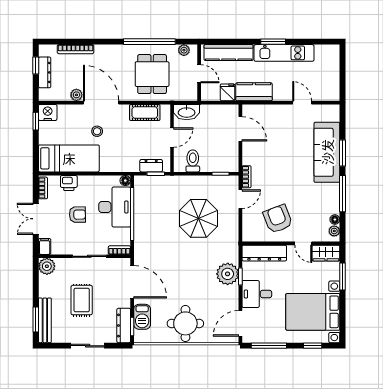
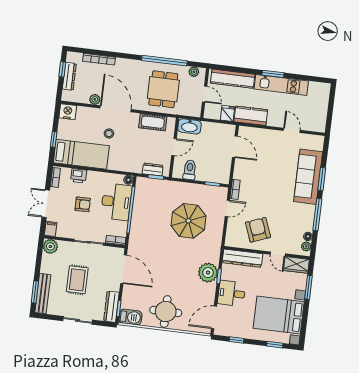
window: (36, 121) -> (54, 139), moved
barbecue: (142, 317) -> (130, 317), moved, turned -90
window: (269, 346) -> (237, 340), width x0.46

